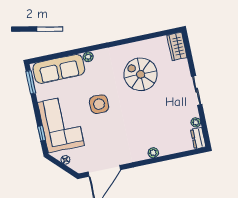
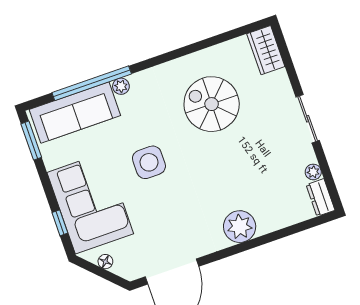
window: (71, 53) -> (92, 83), added
plant: (153, 153) -> (240, 227), width x1.88, depth x1.88

